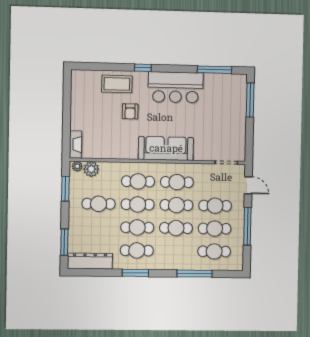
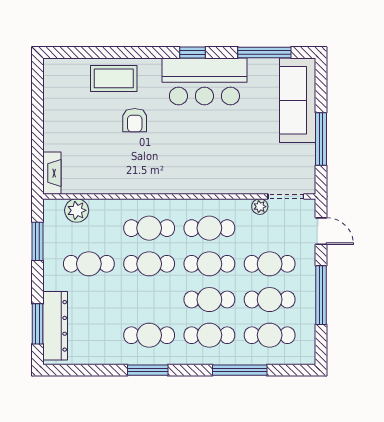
window: (143, 68) -> (193, 53), moved
window: (250, 100) -> (321, 139), moved
sofa: (166, 148) -> (298, 100), moved, turned -90
plant: (77, 166) -> (260, 207), moved
cafe table: (137, 227) -> (209, 335), moved
dresser: (90, 261) -> (55, 326), moved, turned 90

